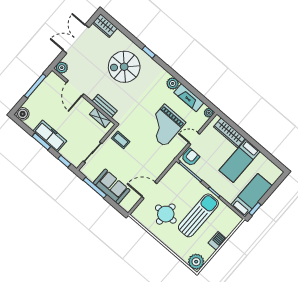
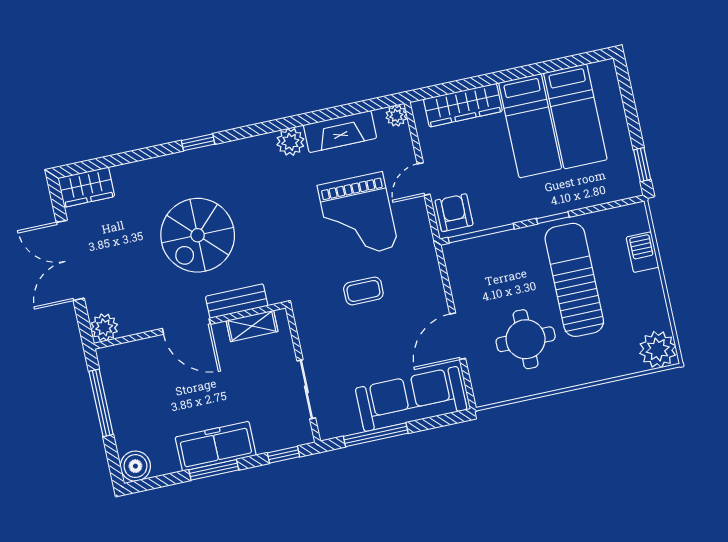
spiral stairs: (124, 67) -> (198, 235), moved
door: (75, 88) -> (186, 326), moved
coffee table: (121, 140) -> (363, 291), moved
sofa: (112, 187) -> (411, 399), width x1.36
bed: (251, 195) -> (575, 116), moved, turned 180
barbecue: (217, 241) -> (642, 252), moved

